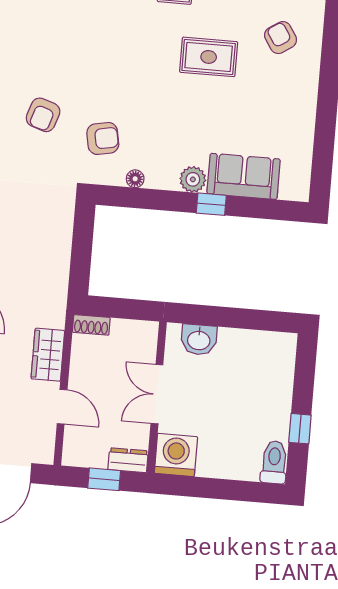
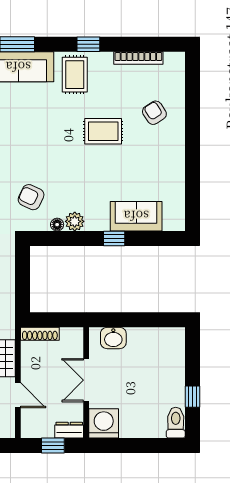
armchair: (103, 138) -> (31, 197), turned -144
plant: (193, 179) -> (75, 221), moved
shoe rack: (91, 325) -> (40, 334), width x1.43

